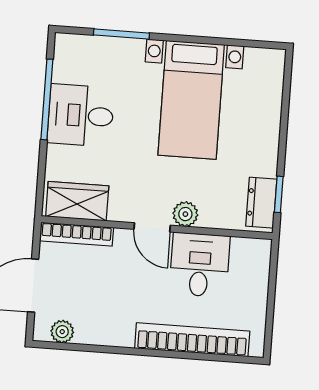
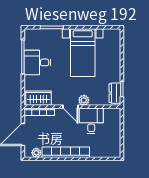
bookcase: (192, 340) -> (66, 152), moved

